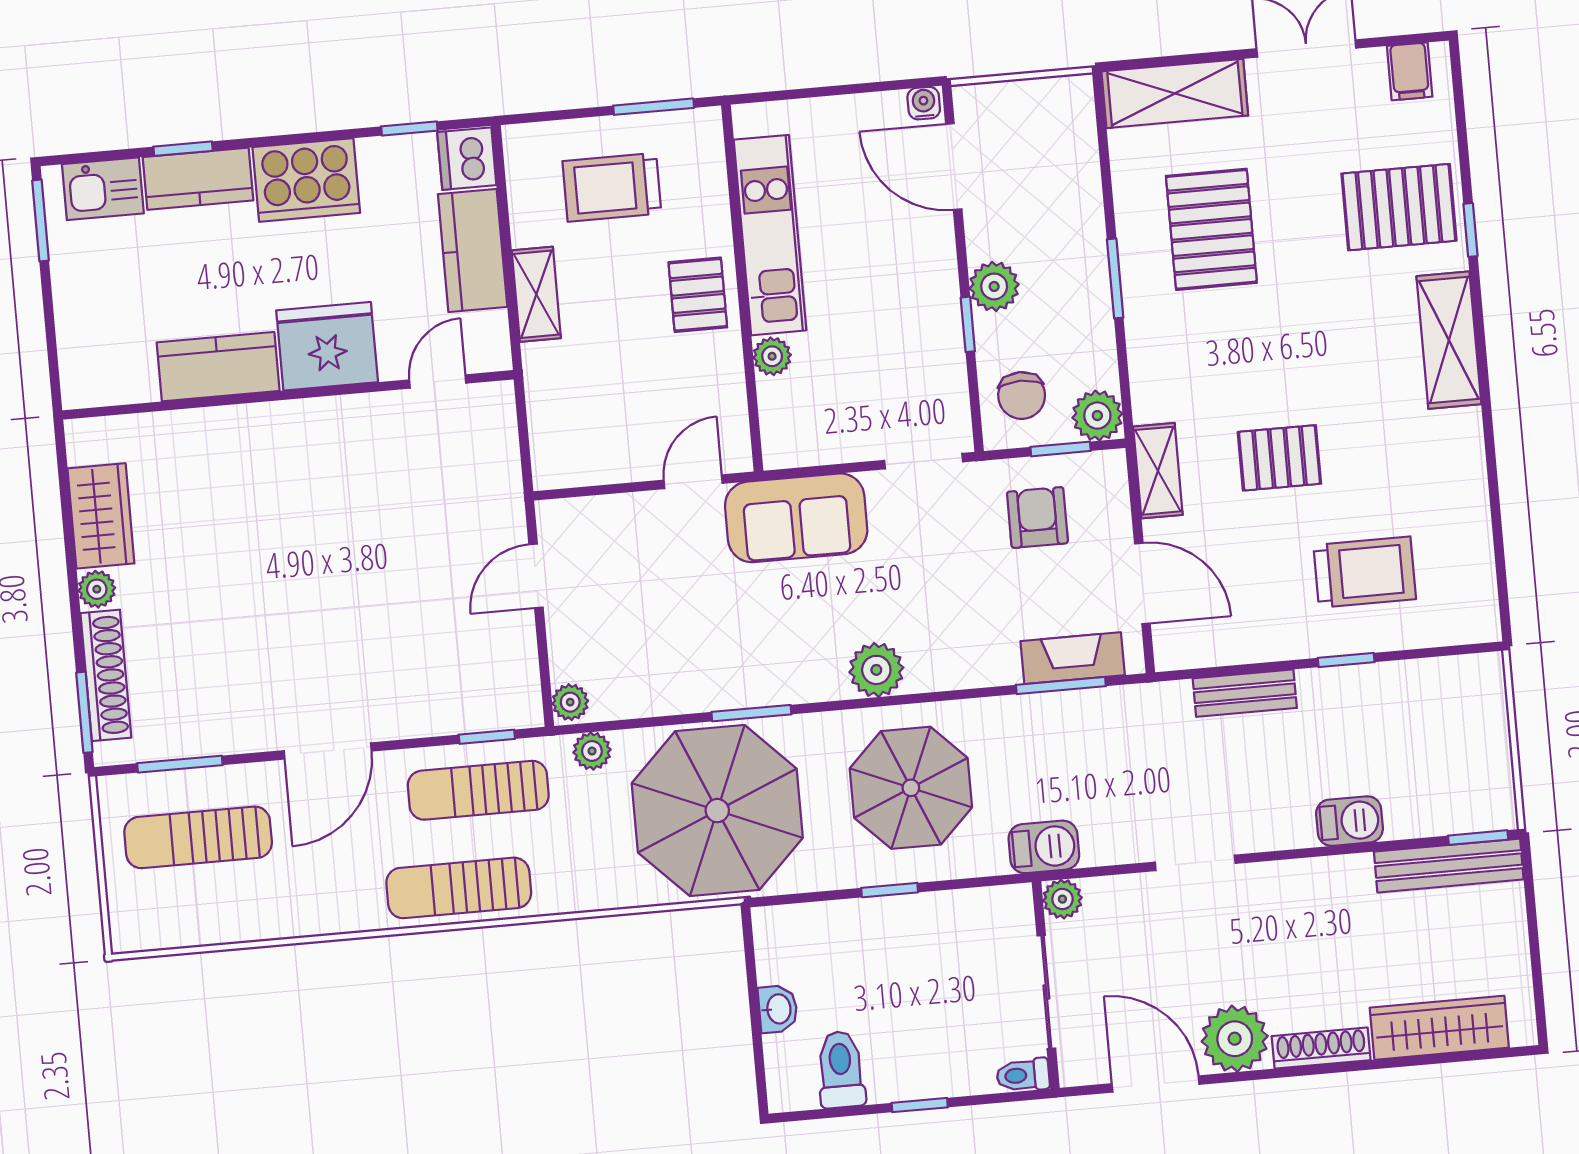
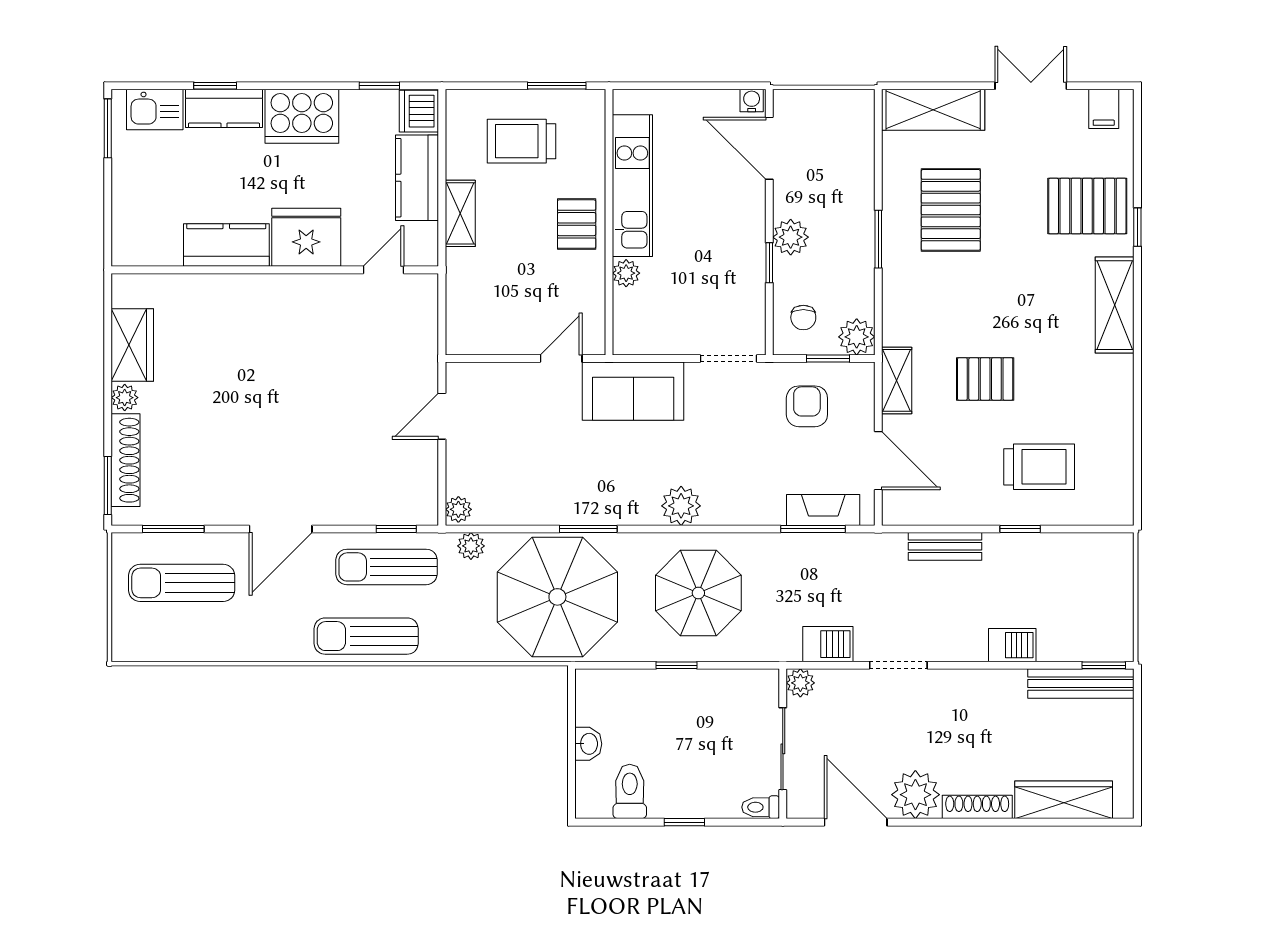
chair: (1022, 396) -> (803, 317), width x0.73, depth x0.73
barbecue: (1044, 847) -> (828, 644), moved

